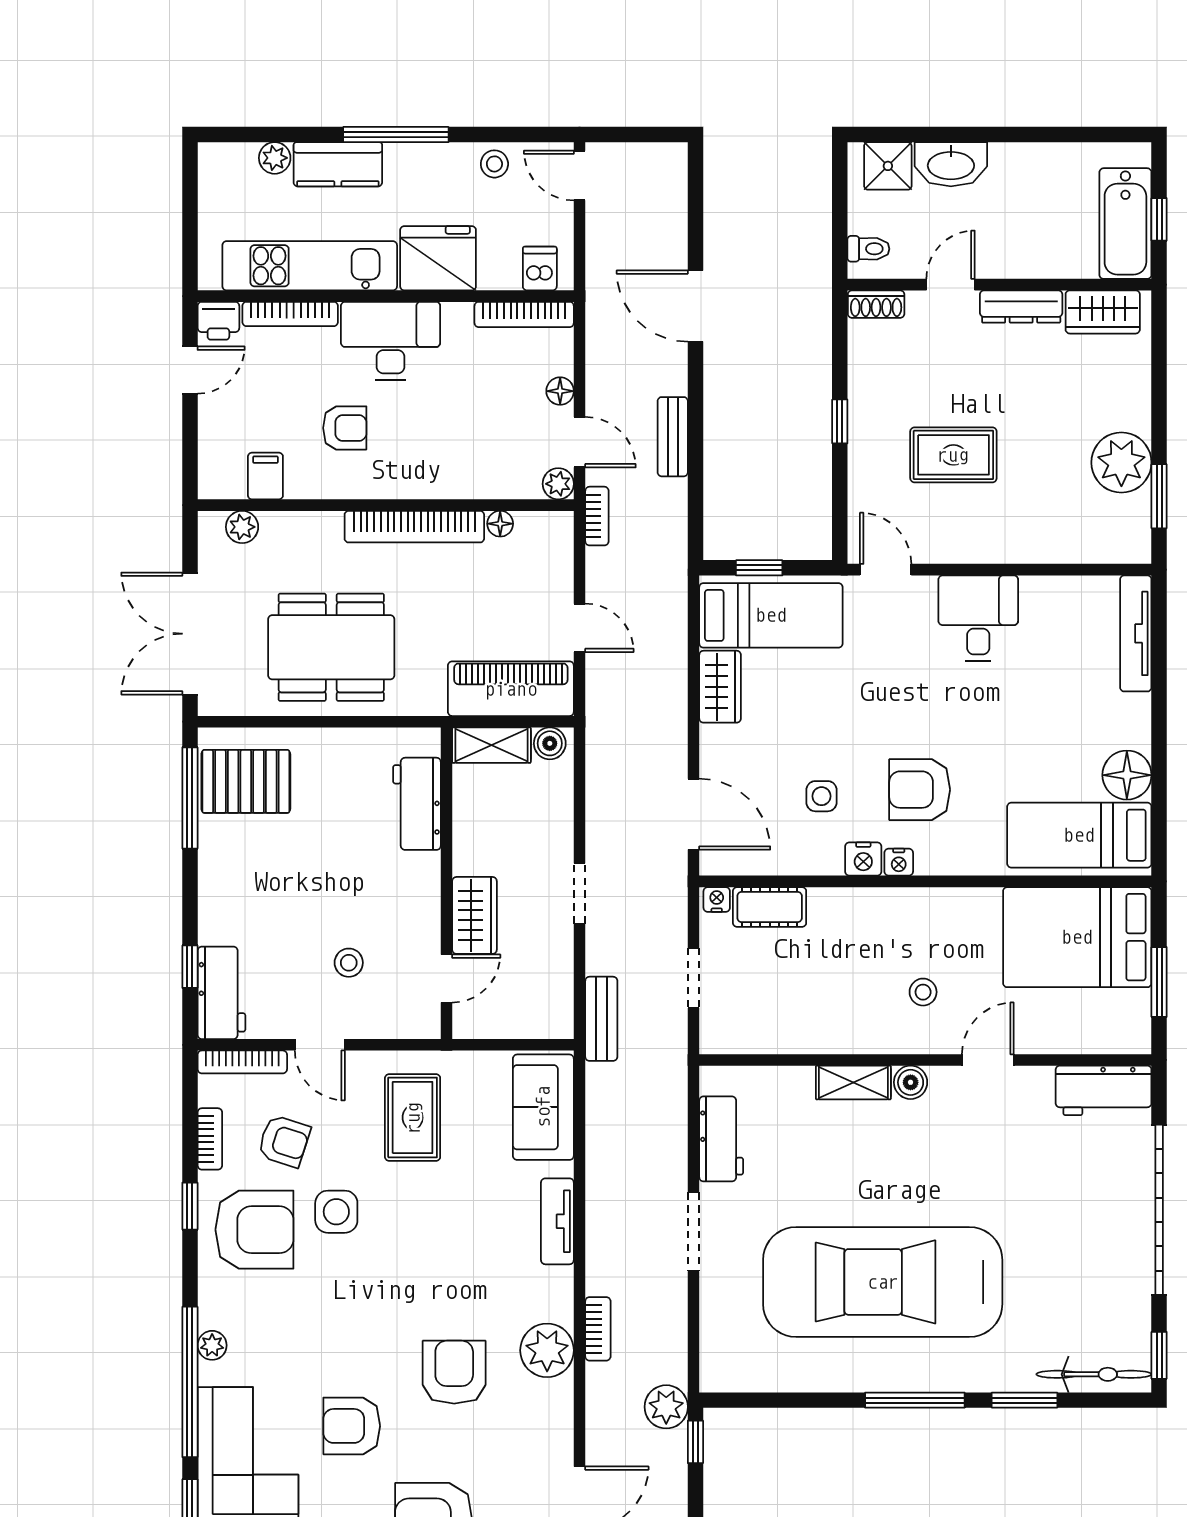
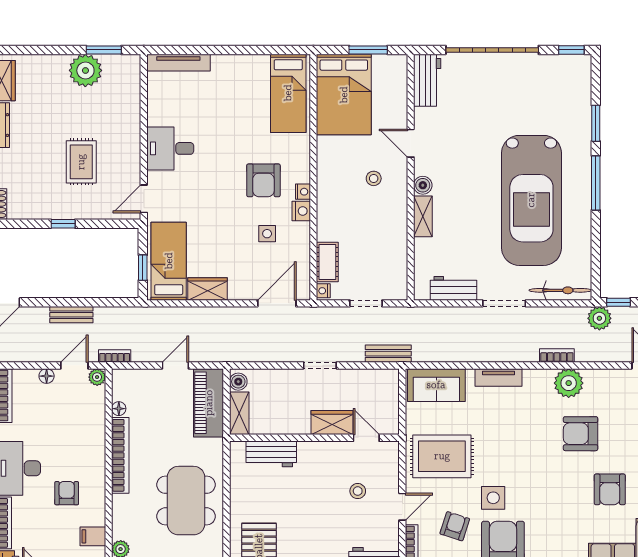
floor lamp: (1127, 775) -> (256, 67), removed
rug: (413, 1118) -> (442, 456), width x1.36, depth x1.43
bicycle: (1094, 1374) -> (560, 290), moved, turned 90

